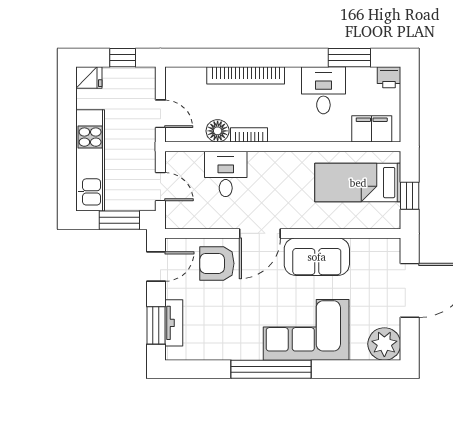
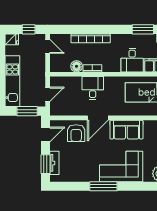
desk: (323, 90) -> (132, 60), moved, turned 180
door: (160, 114) -> (48, 46), moved
desk: (226, 174) -> (93, 88), moved
door: (160, 187) -> (48, 94), hinge flipped
armchair: (217, 263) -> (76, 133), turned -90
window: (271, 369) -> (103, 186), width x0.68

